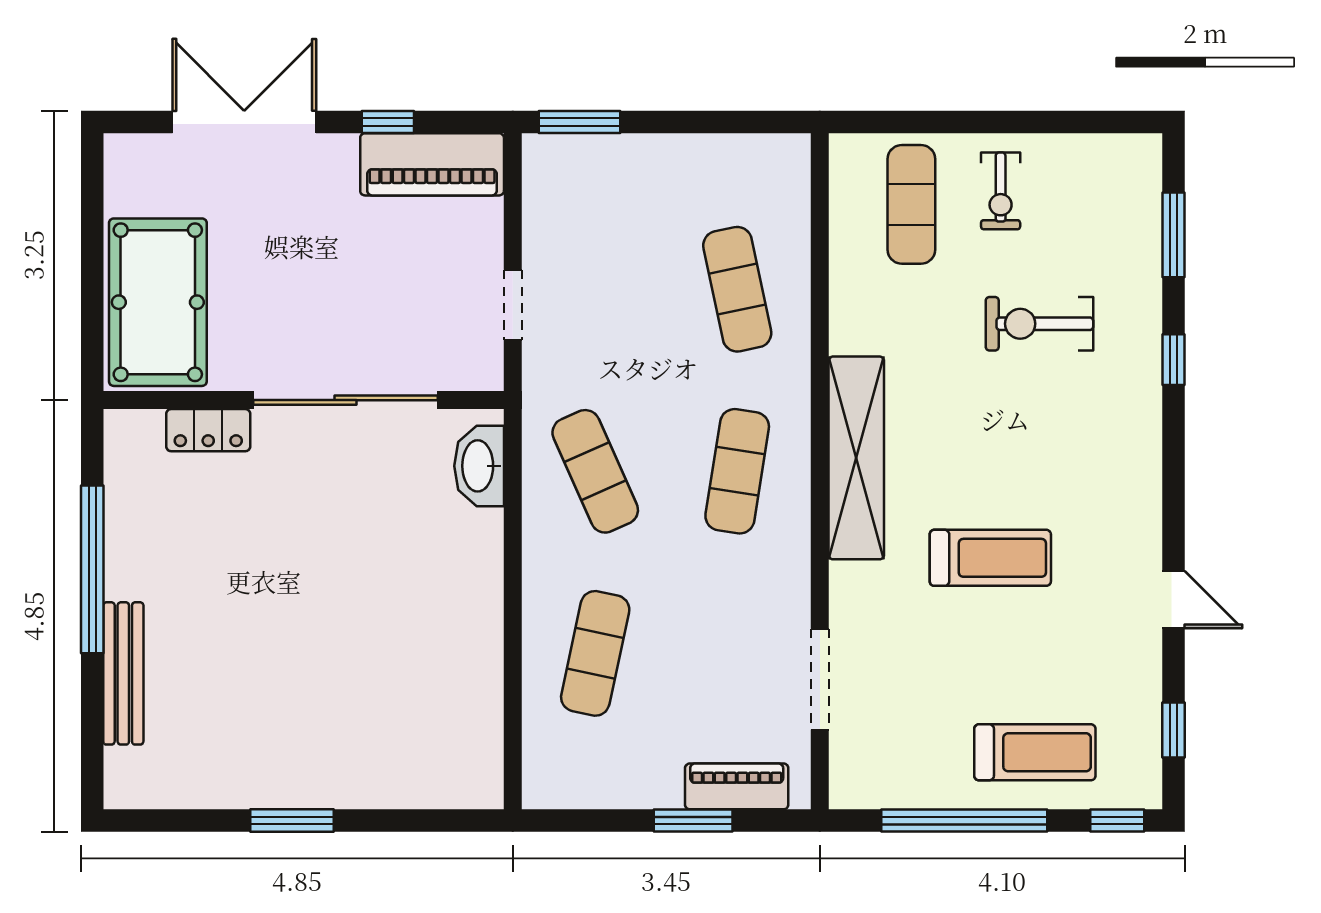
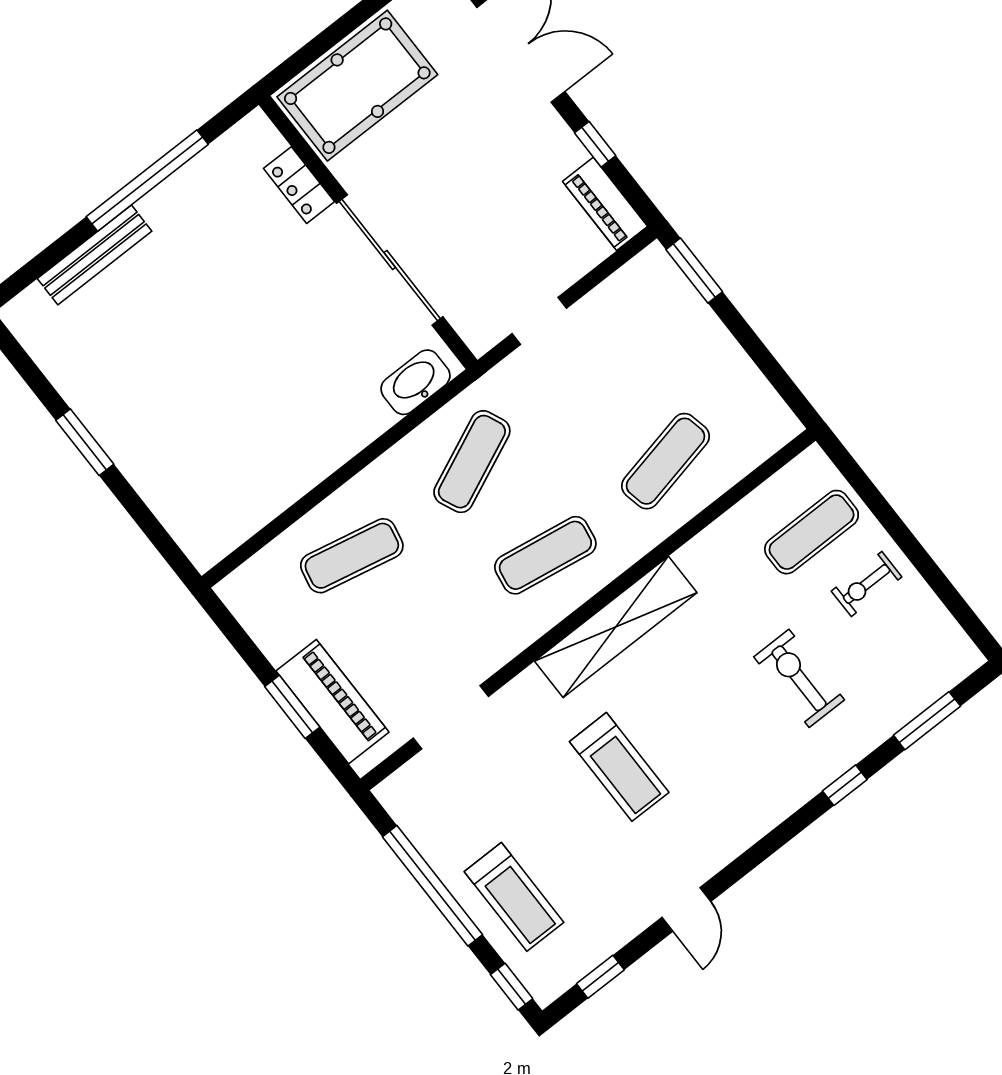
piano: (432, 164) -> (605, 204), width x0.73, depth x0.75
piano: (737, 786) -> (333, 702), width x1.37, depth x1.33

